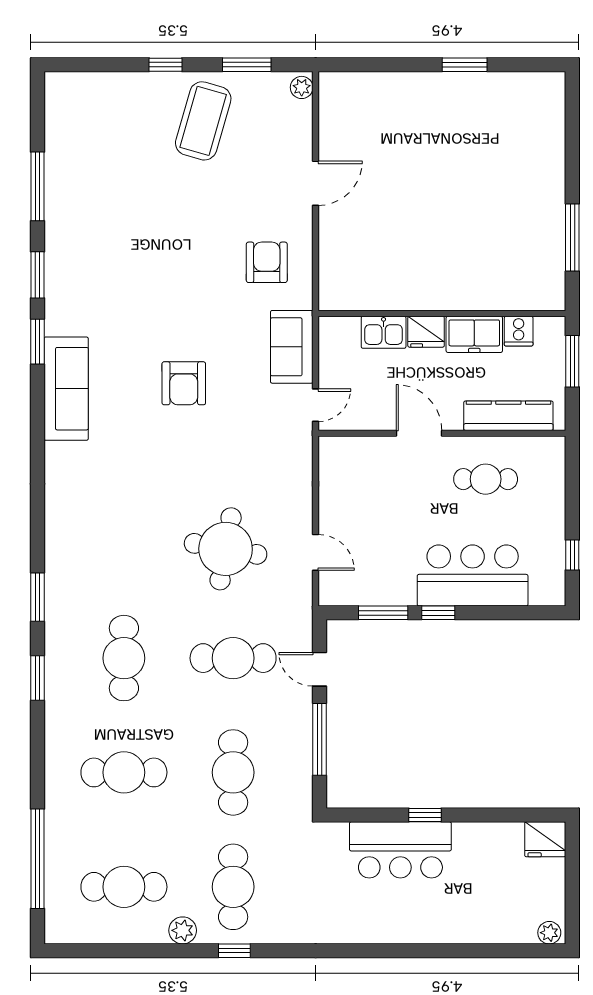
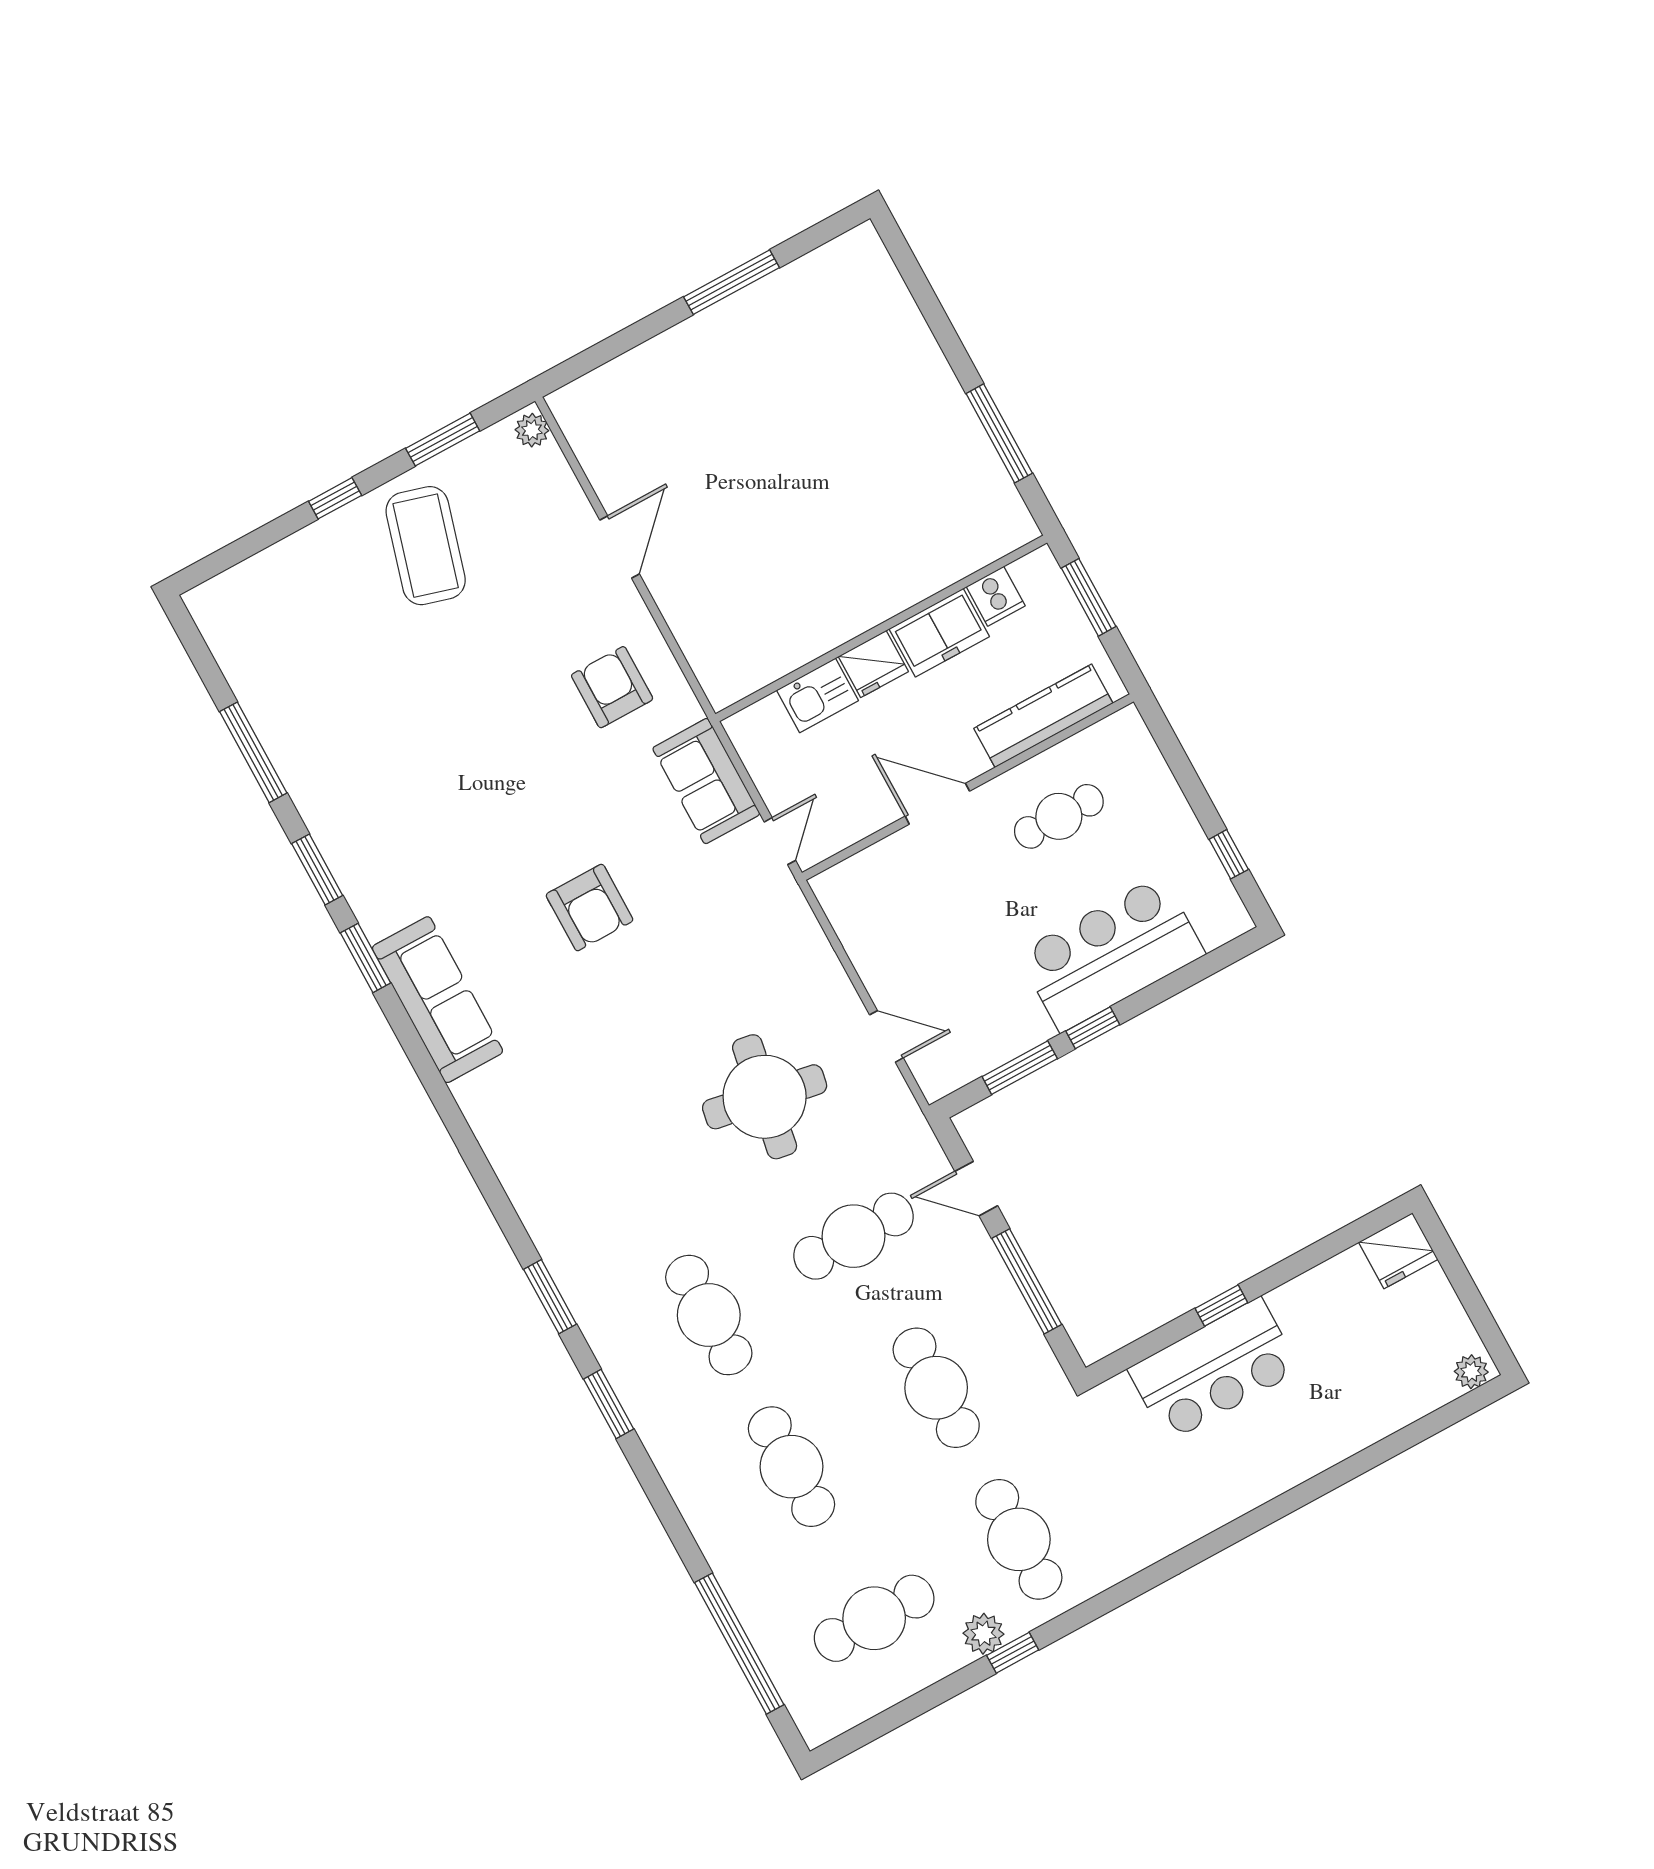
window: (465, 65) -> (732, 282), width x1.44
cafe table: (124, 772) -> (791, 1467), turned 90
window: (234, 951) -> (1013, 1653), moved

